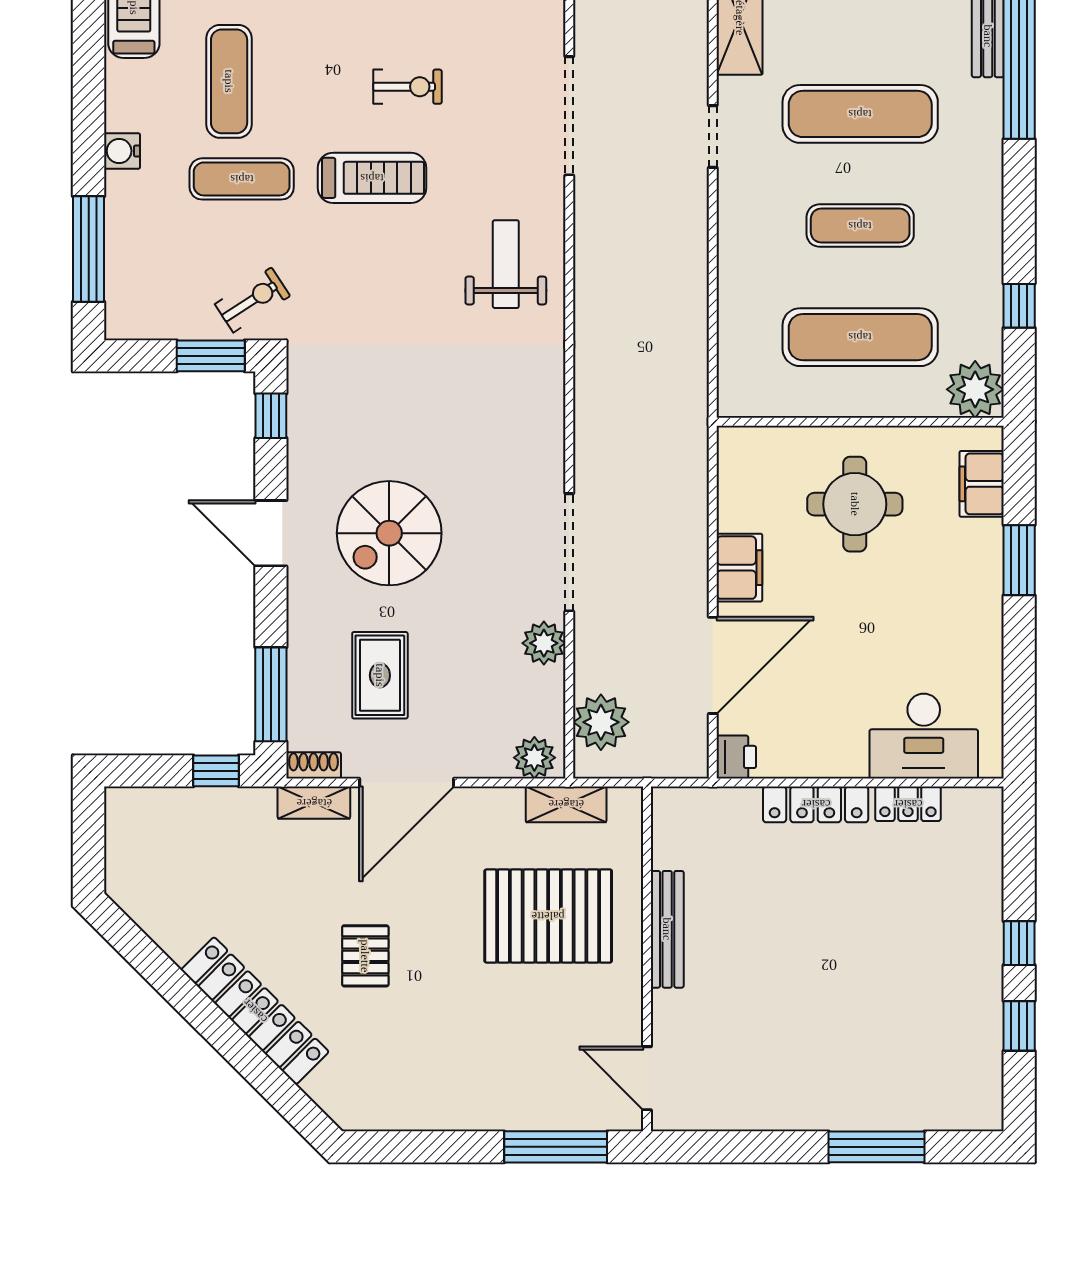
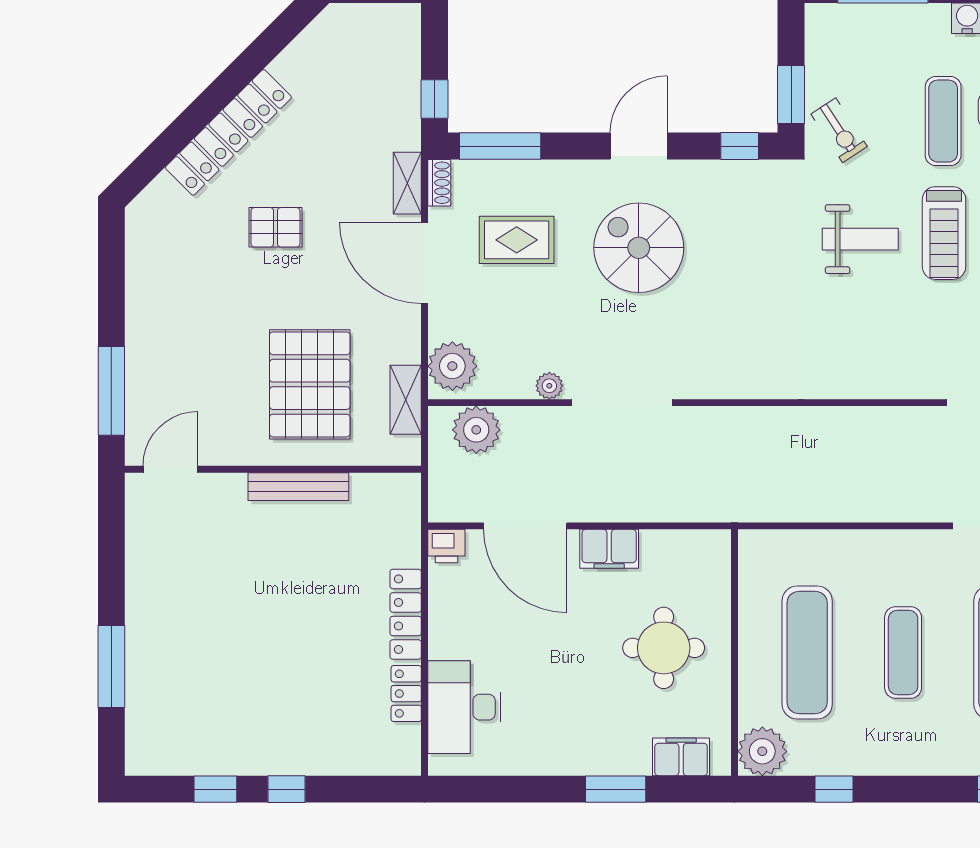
weight bench: (506, 264) -> (860, 239), moved
plant: (544, 643) -> (549, 386), width x0.73, depth x0.73
plant: (534, 758) -> (452, 366), width x1.36, depth x1.36

